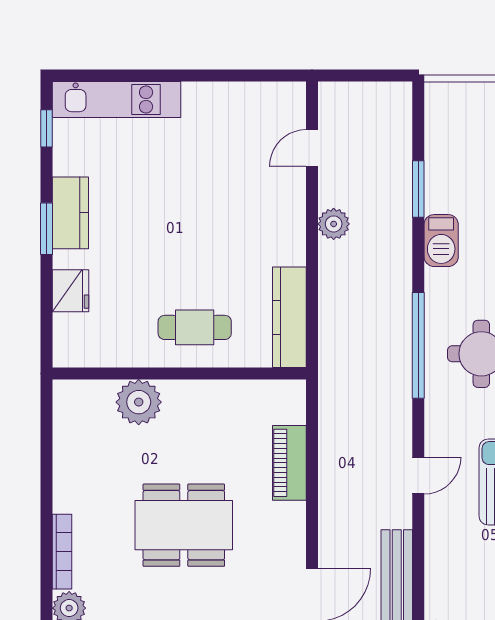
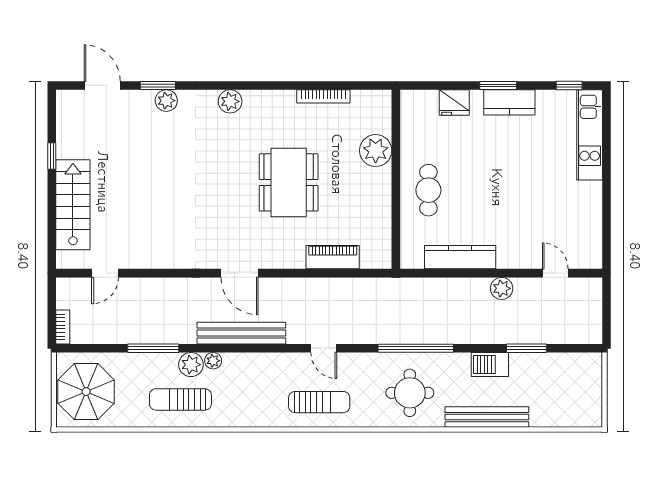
kitchen counter: (289, 317) -> (460, 257), moved
bookcase: (62, 552) -> (323, 96), moved

